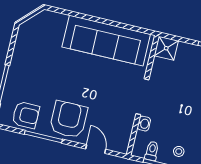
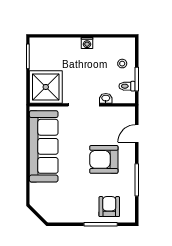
shower: (166, 48) -> (46, 87), width x1.86, depth x1.86
armchair: (26, 115) -> (109, 207), moved
armchair: (69, 119) -> (104, 159), moved

